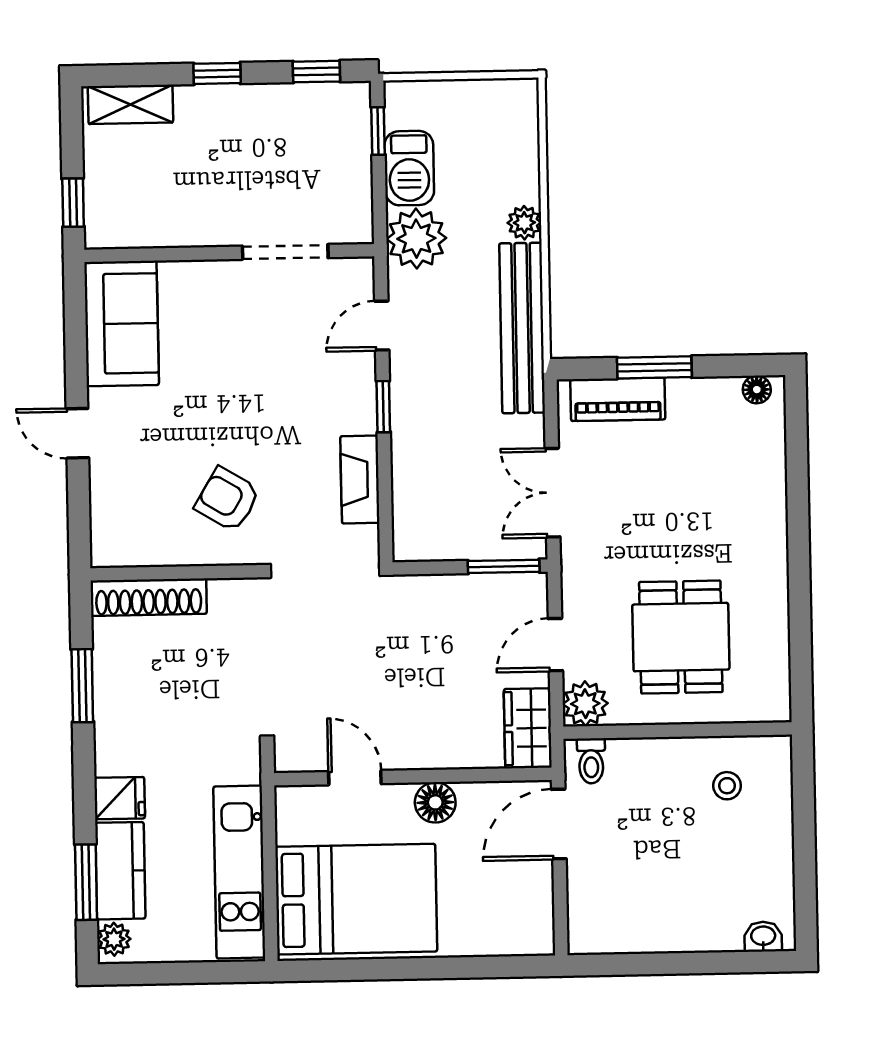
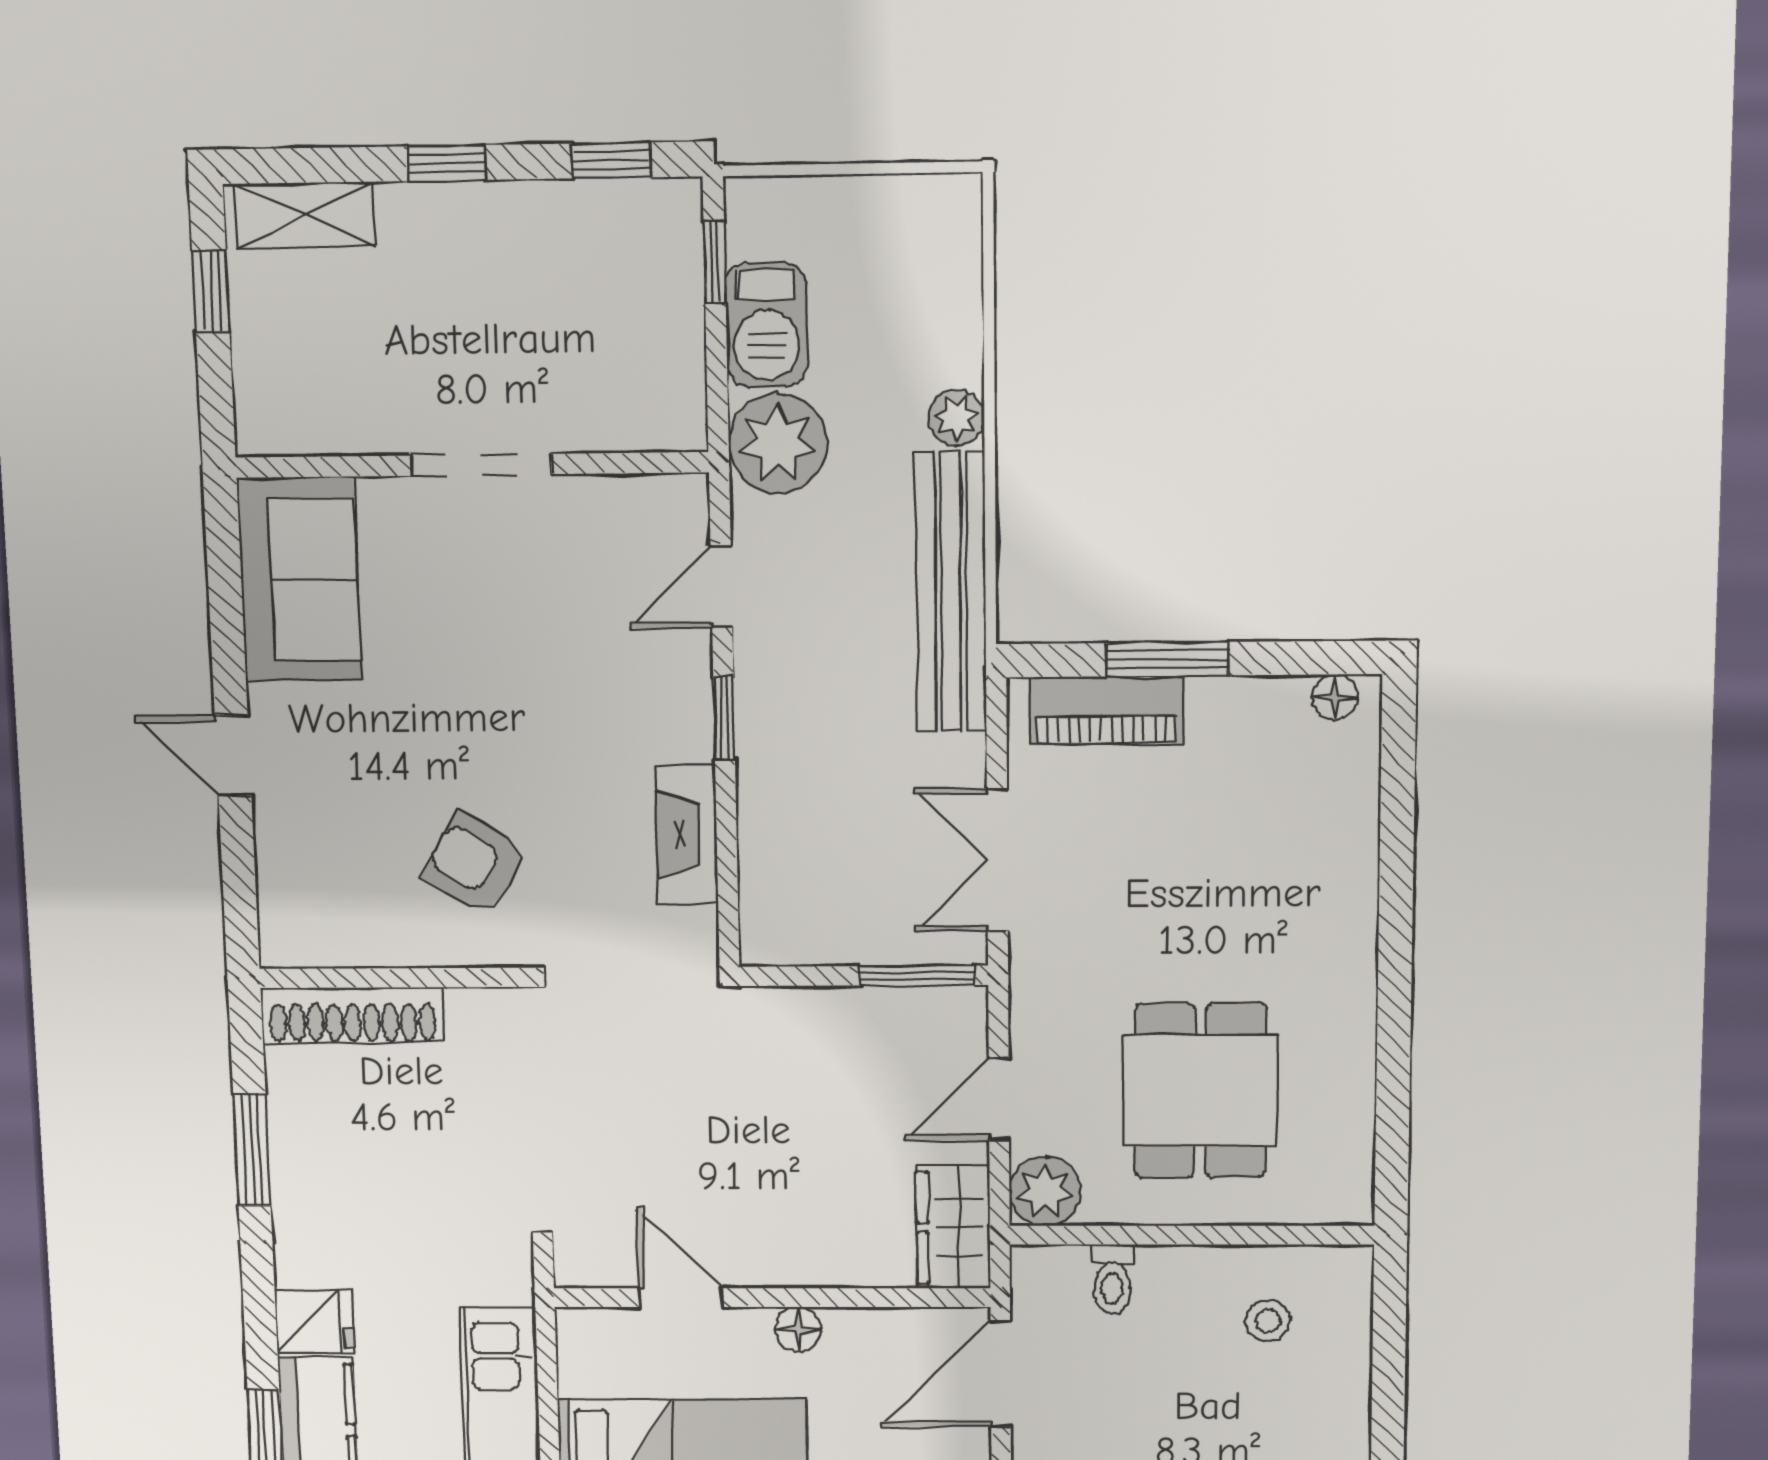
window: (73, 203) -> (211, 291), moved
doorway: (285, 252) -> (481, 465), moved
toilet: (591, 761) -> (1112, 1279), moved
floor lamp: (435, 802) -> (798, 1329), width x0.73, depth x0.73

